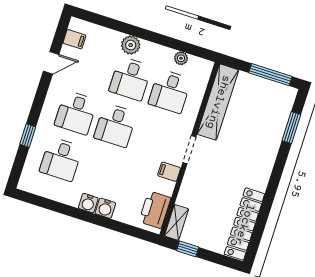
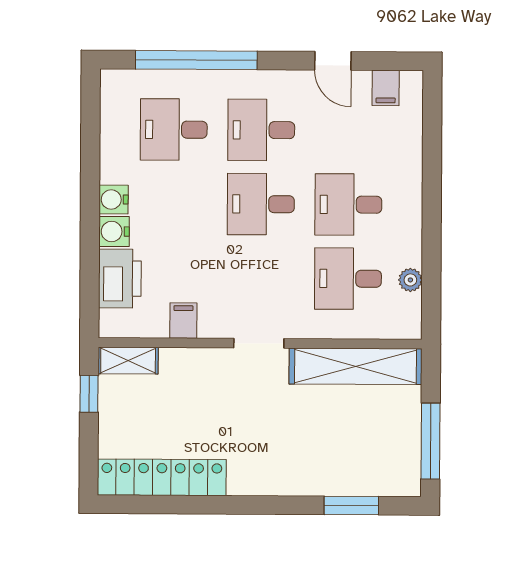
plant: (131, 45) -> (406, 187), removed
window: (28, 135) -> (196, 60), width x3.17
filing cabinet: (169, 172) -> (183, 321), moved
printer: (155, 210) -> (120, 279), moved, turned 90

